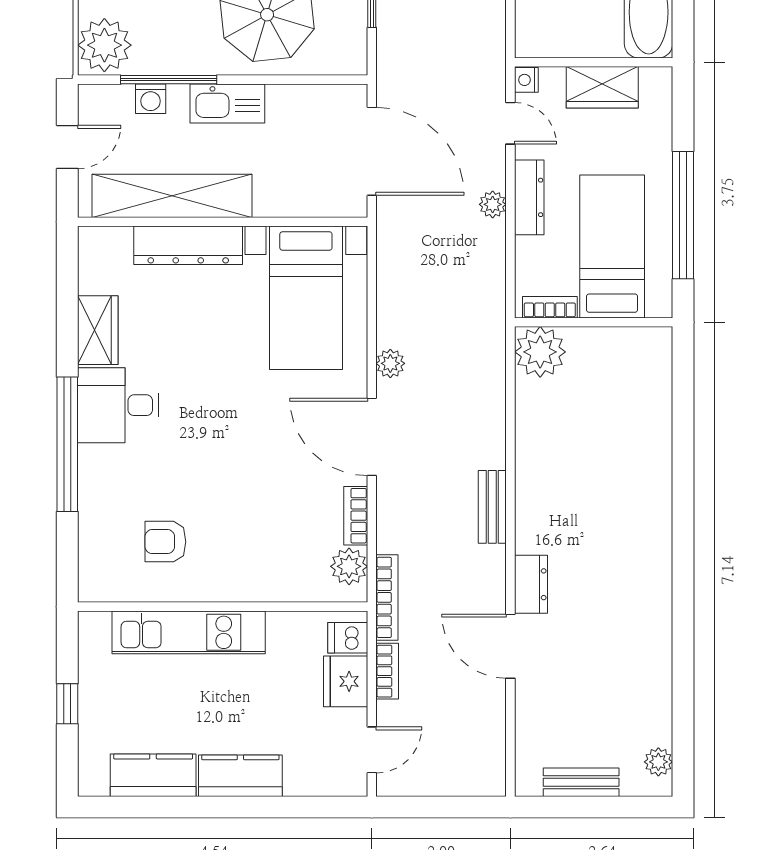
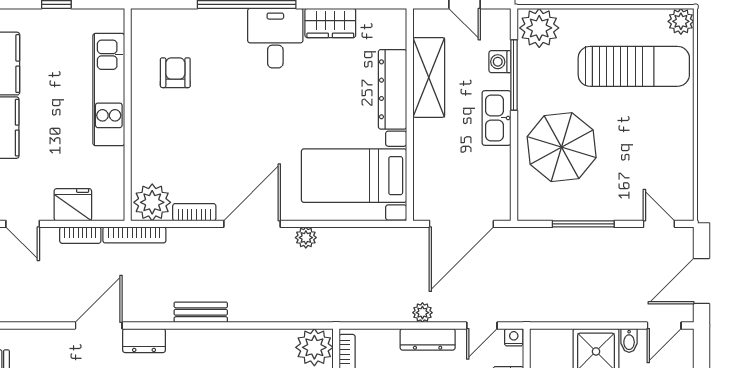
shelving: (172, 196) -> (429, 77), width x0.68
plant: (349, 566) -> (152, 202), width x1.36, depth x1.36
dishwasher: (348, 638) -> (105, 206), removed

